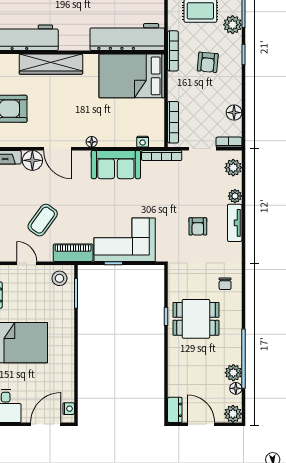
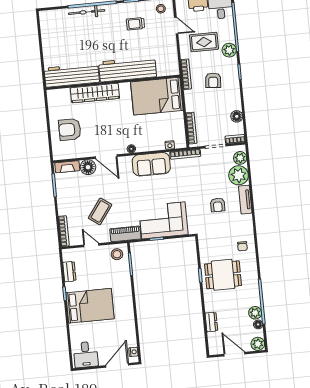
workbench: (127, 37) -> (127, 69), moved
plant: (235, 196) -> (239, 175), width x1.88, depth x1.88
dresser: (175, 410) -> (211, 322), moved

